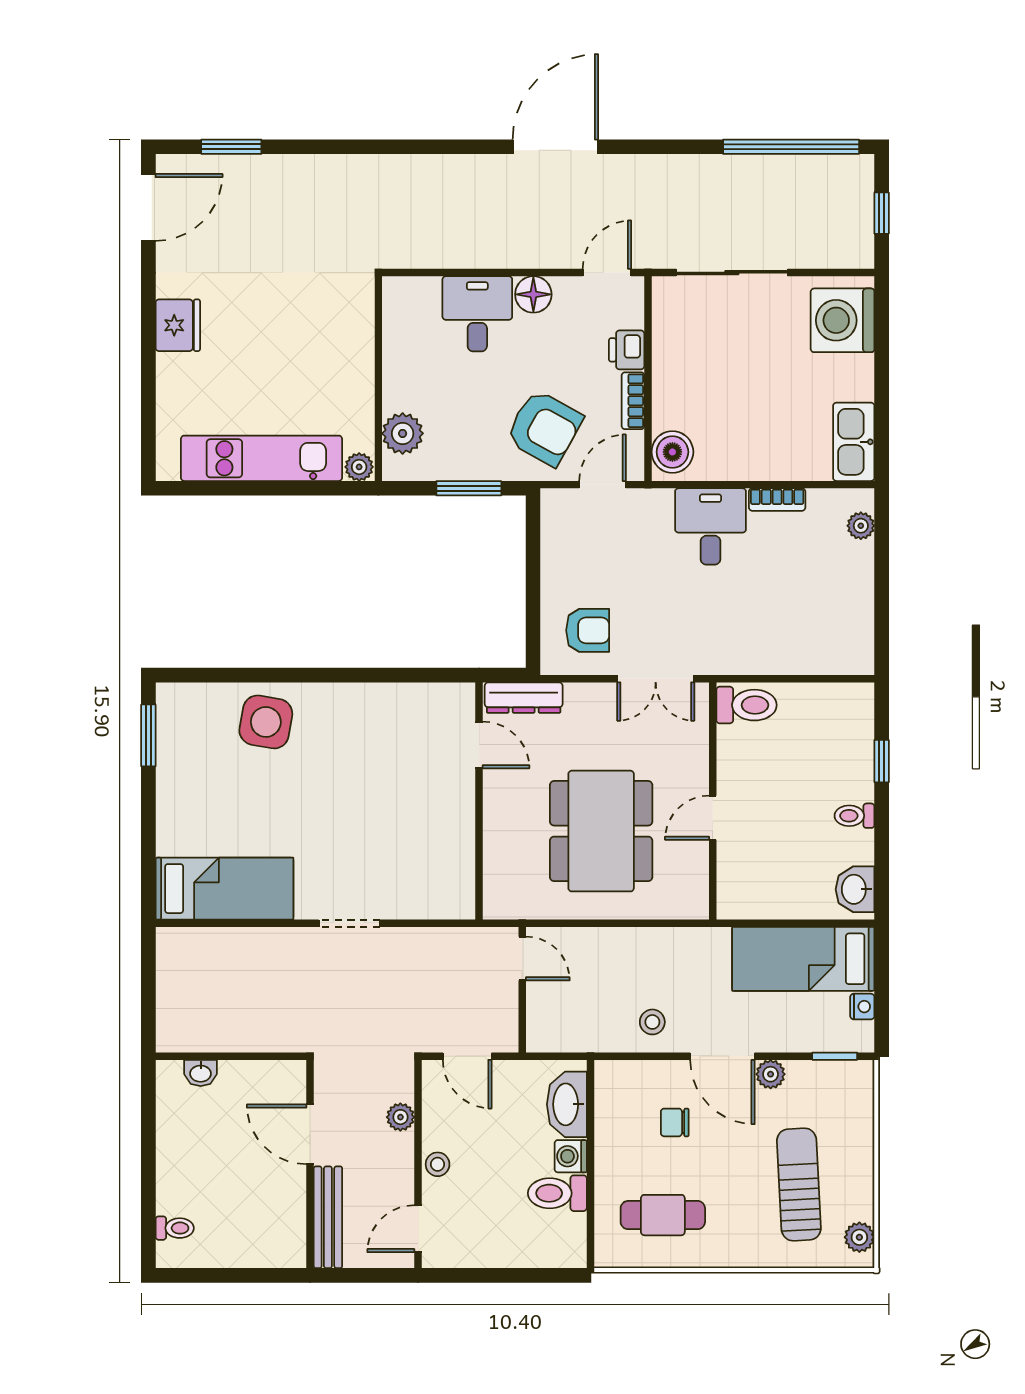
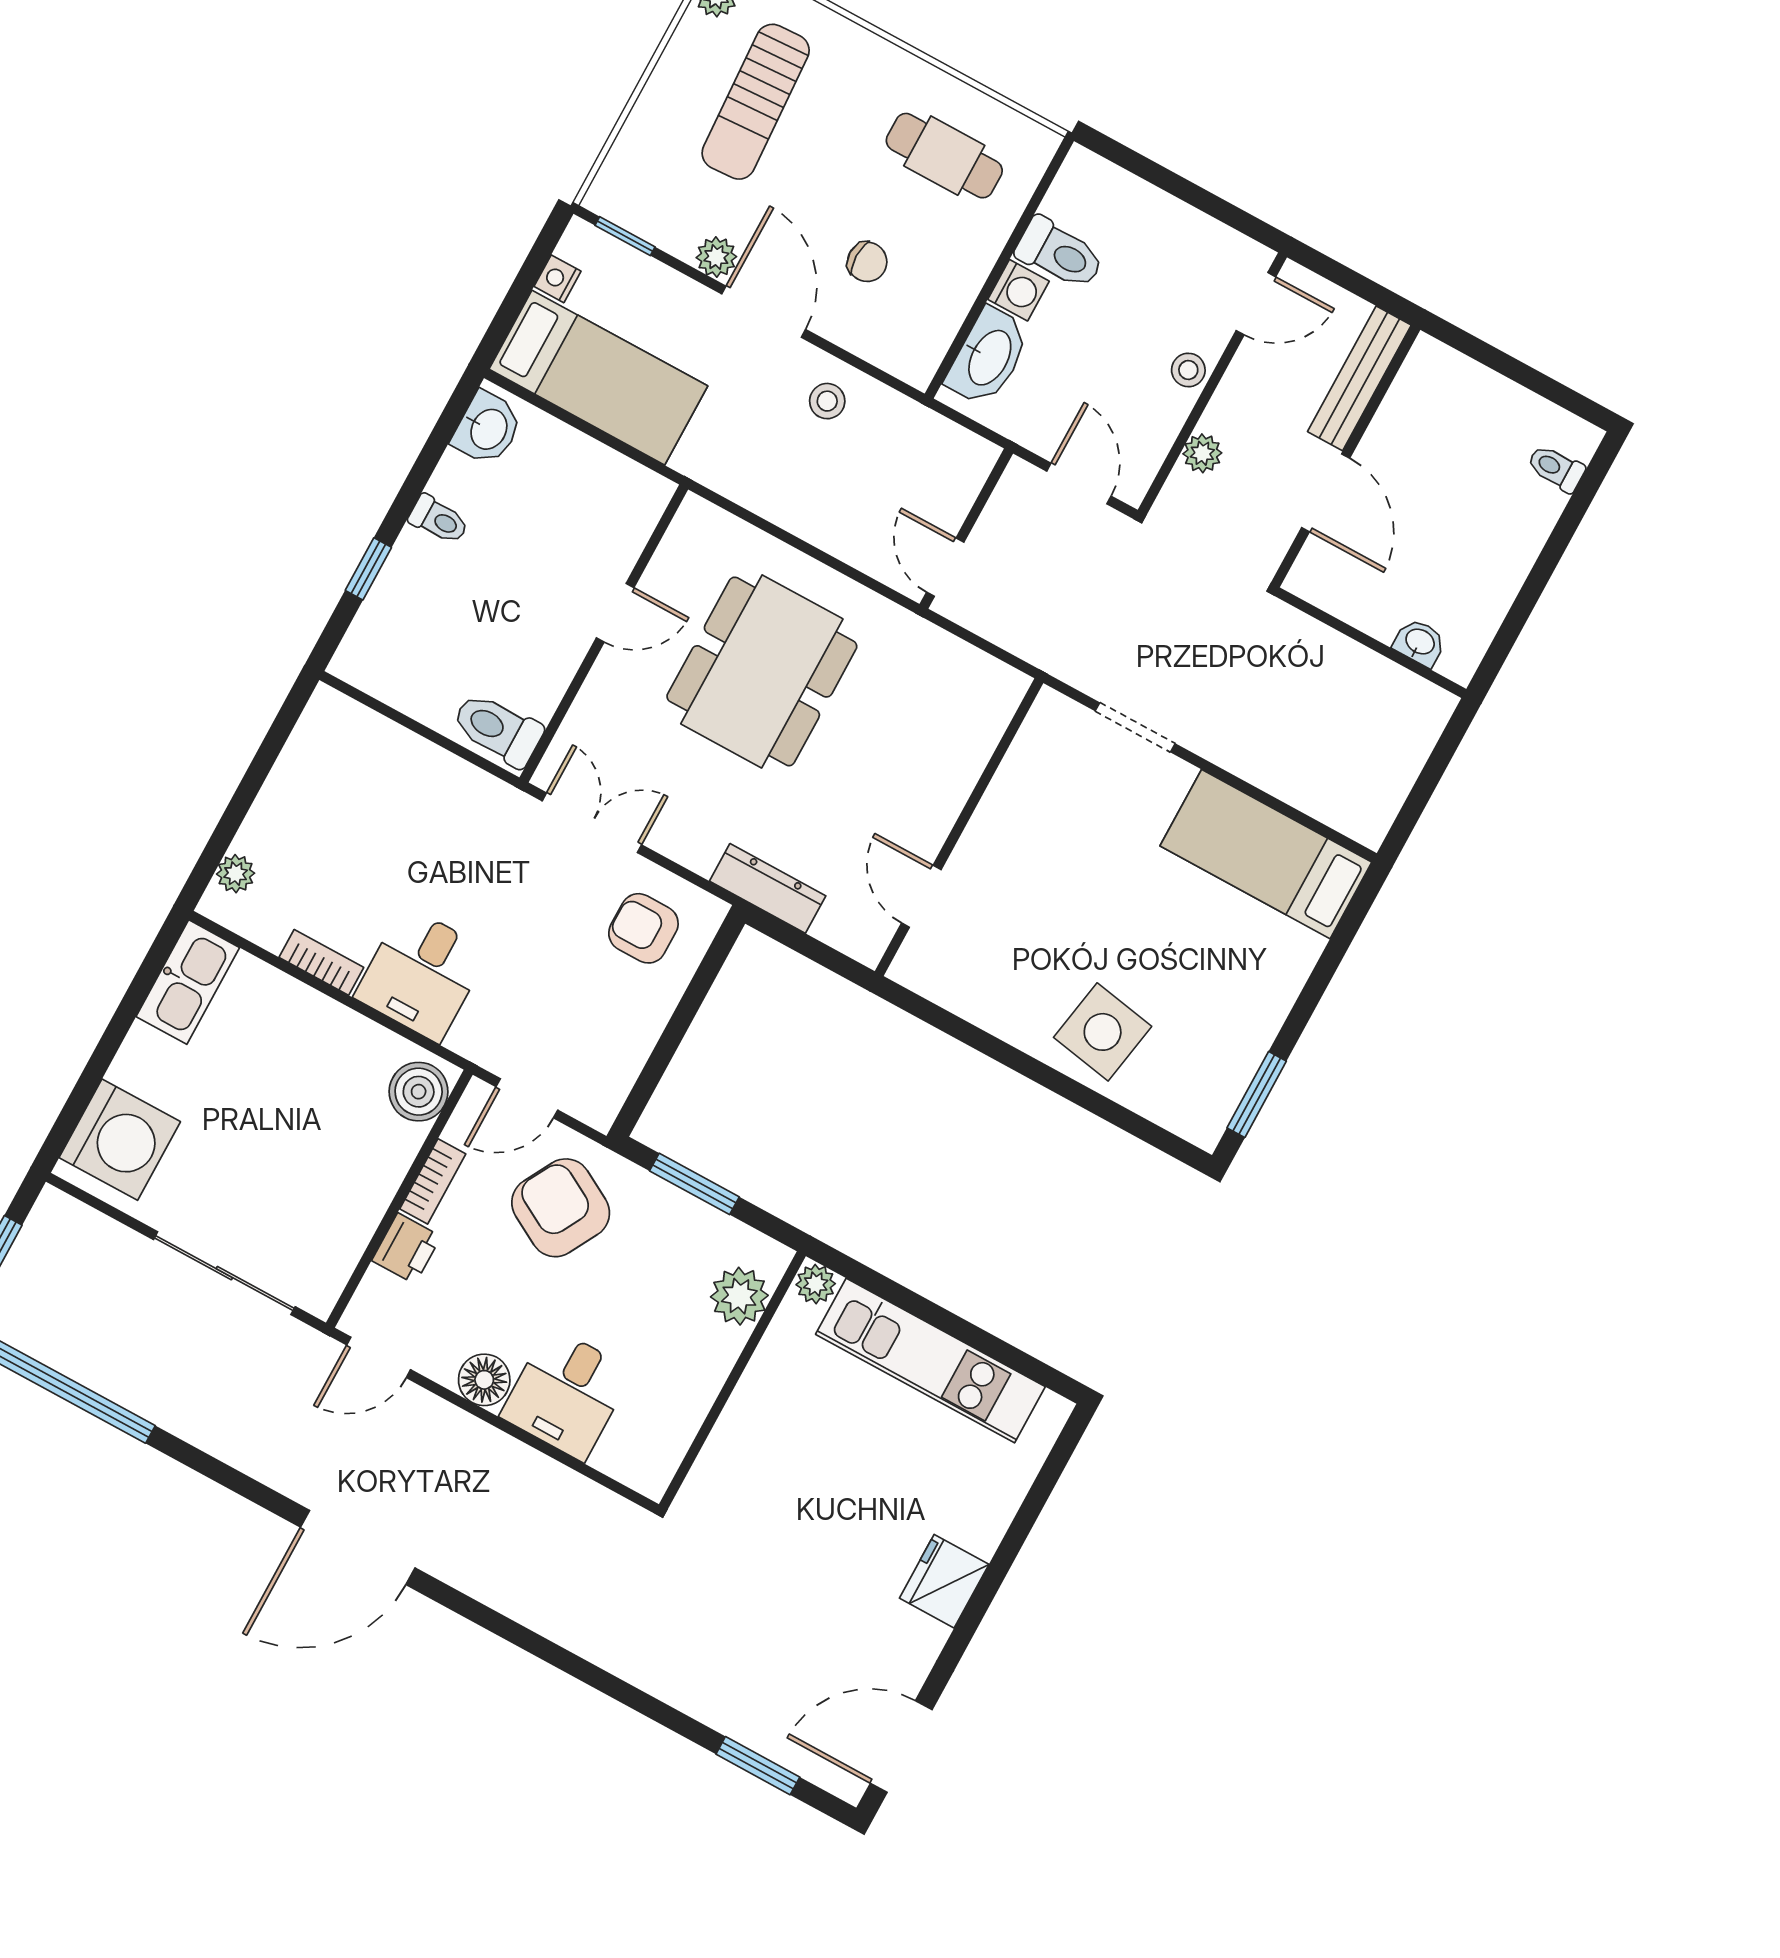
door: (479, 745) -> (921, 896), moved
wall: (479, 801) -> (959, 827), moved

